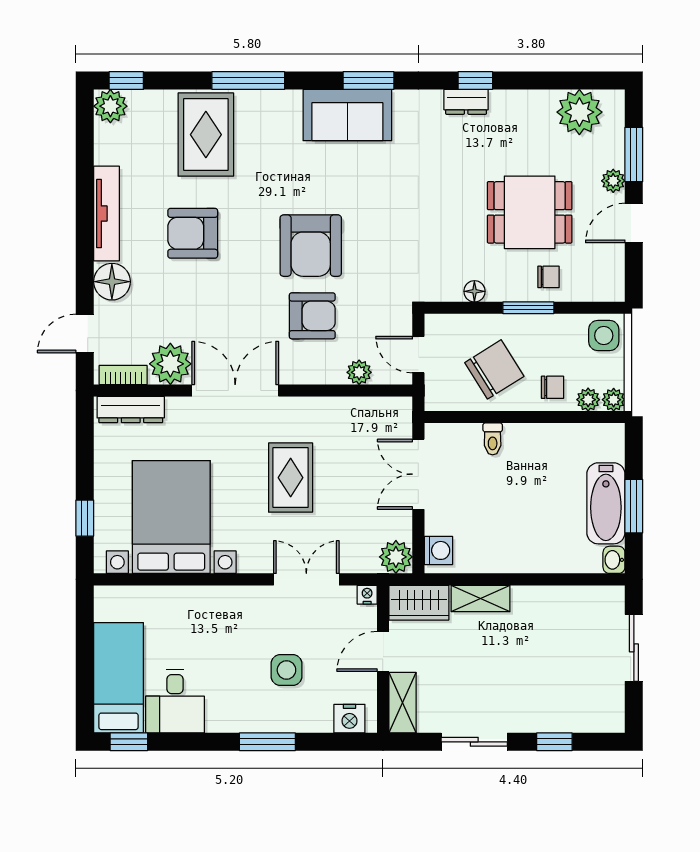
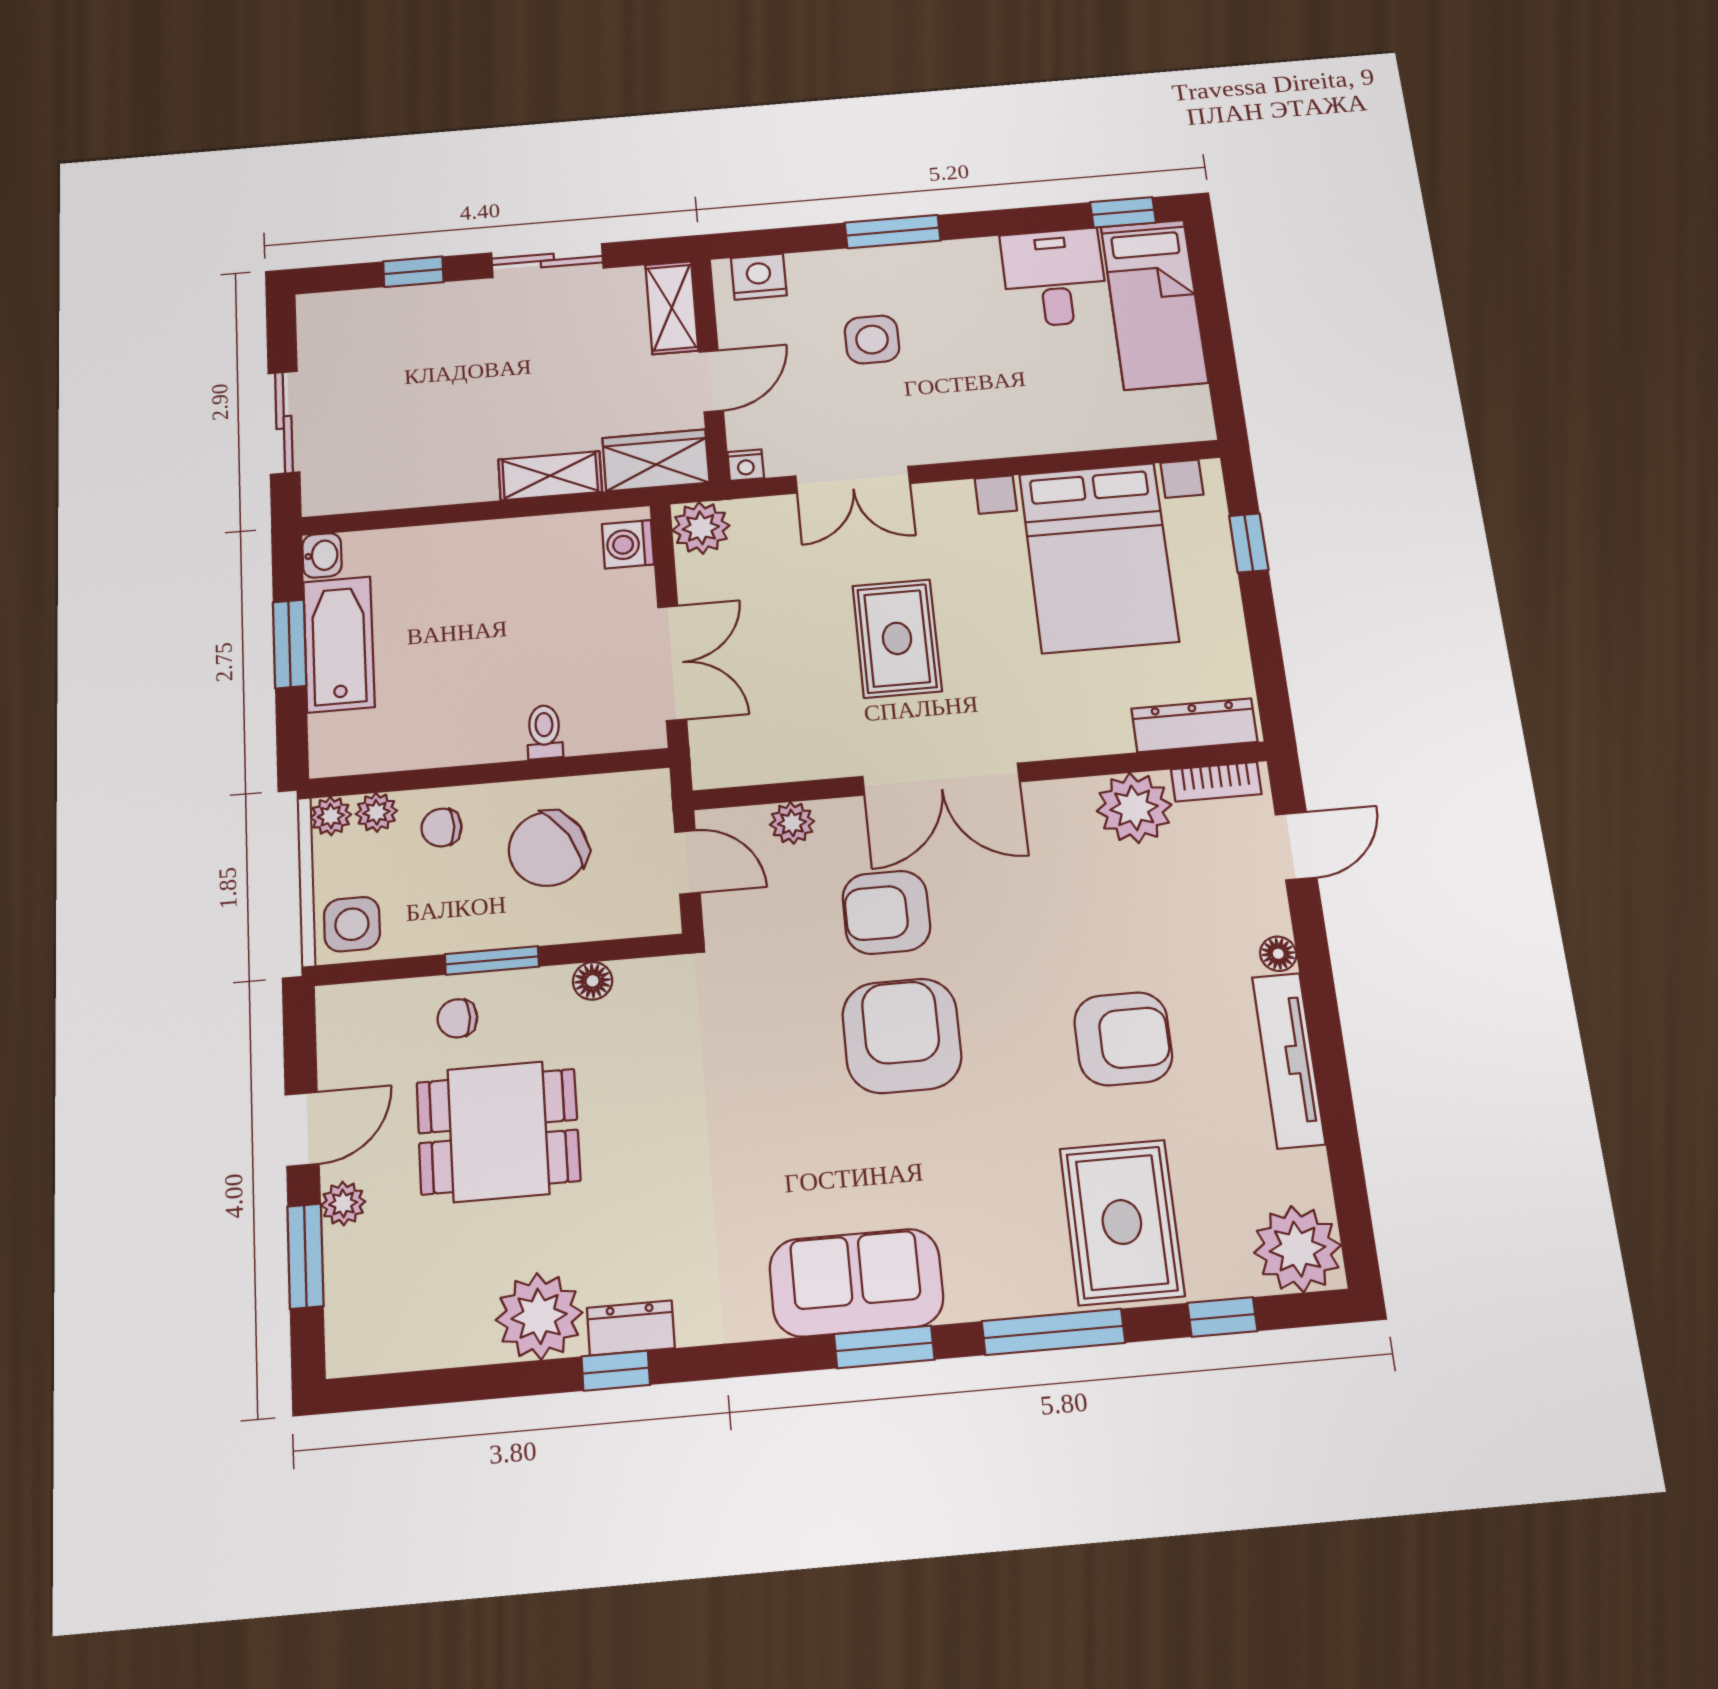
window: (126, 81) -> (1222, 1317), moved
window: (369, 81) -> (884, 1347), moved
plant: (110, 106) -> (1298, 1249), width x1.36, depth x1.36
plant: (579, 112) -> (539, 1316), moved
floor lamp: (112, 282) -> (1278, 954), width x0.53, depth x0.53
double door: (235, 390) -> (941, 779), moved

